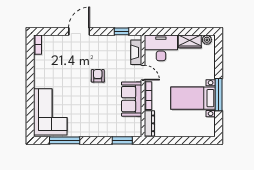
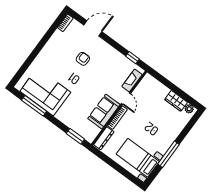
door: (79, 31) -> (93, 28), moved
desk: (161, 48) -> (152, 90), removed
armchair: (98, 76) -> (83, 59), moved
bed with nightstands: (193, 98) -> (138, 158), moved
corner sofa: (50, 112) -> (45, 92), moved, turned -90

